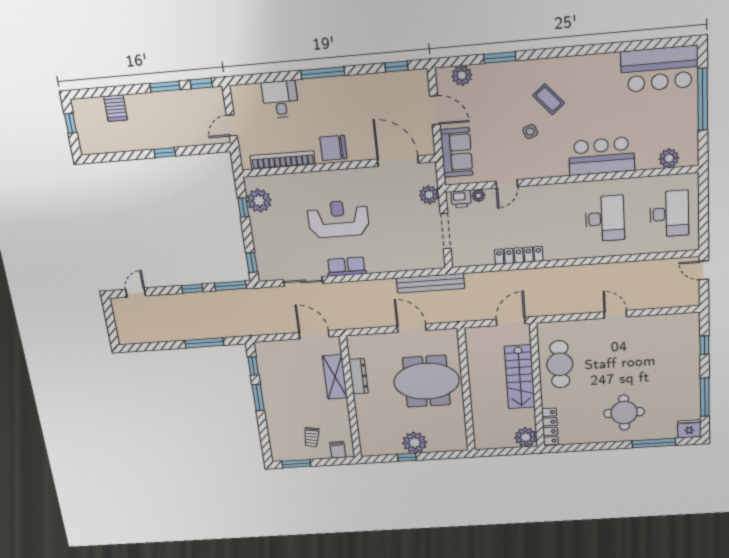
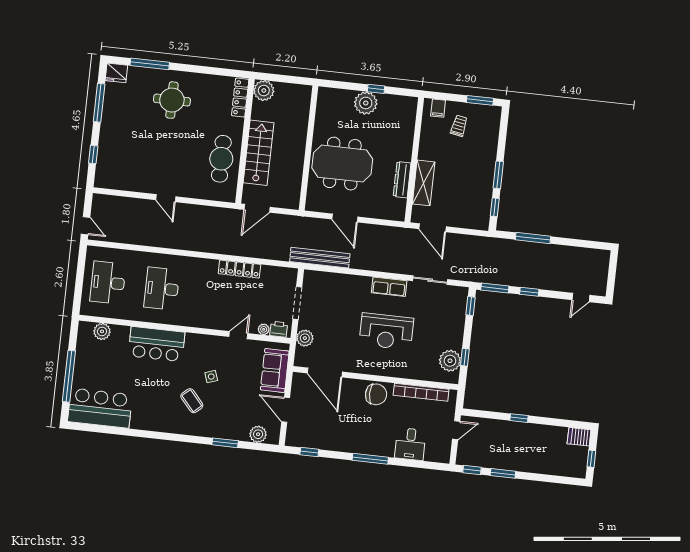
server rack: (116, 108) -> (579, 437), moved, turned -90

